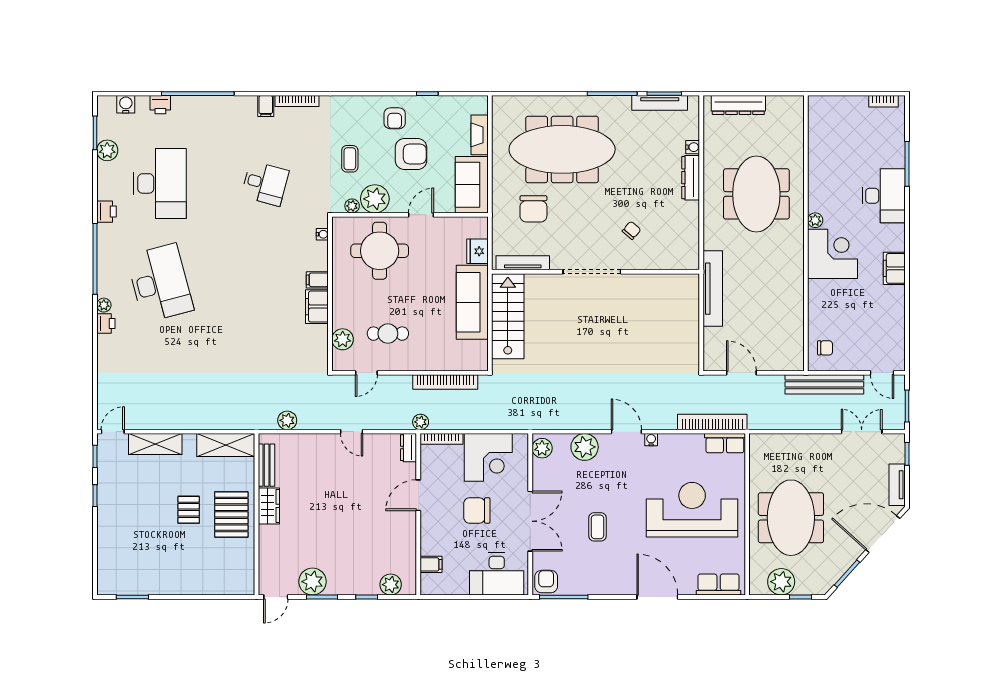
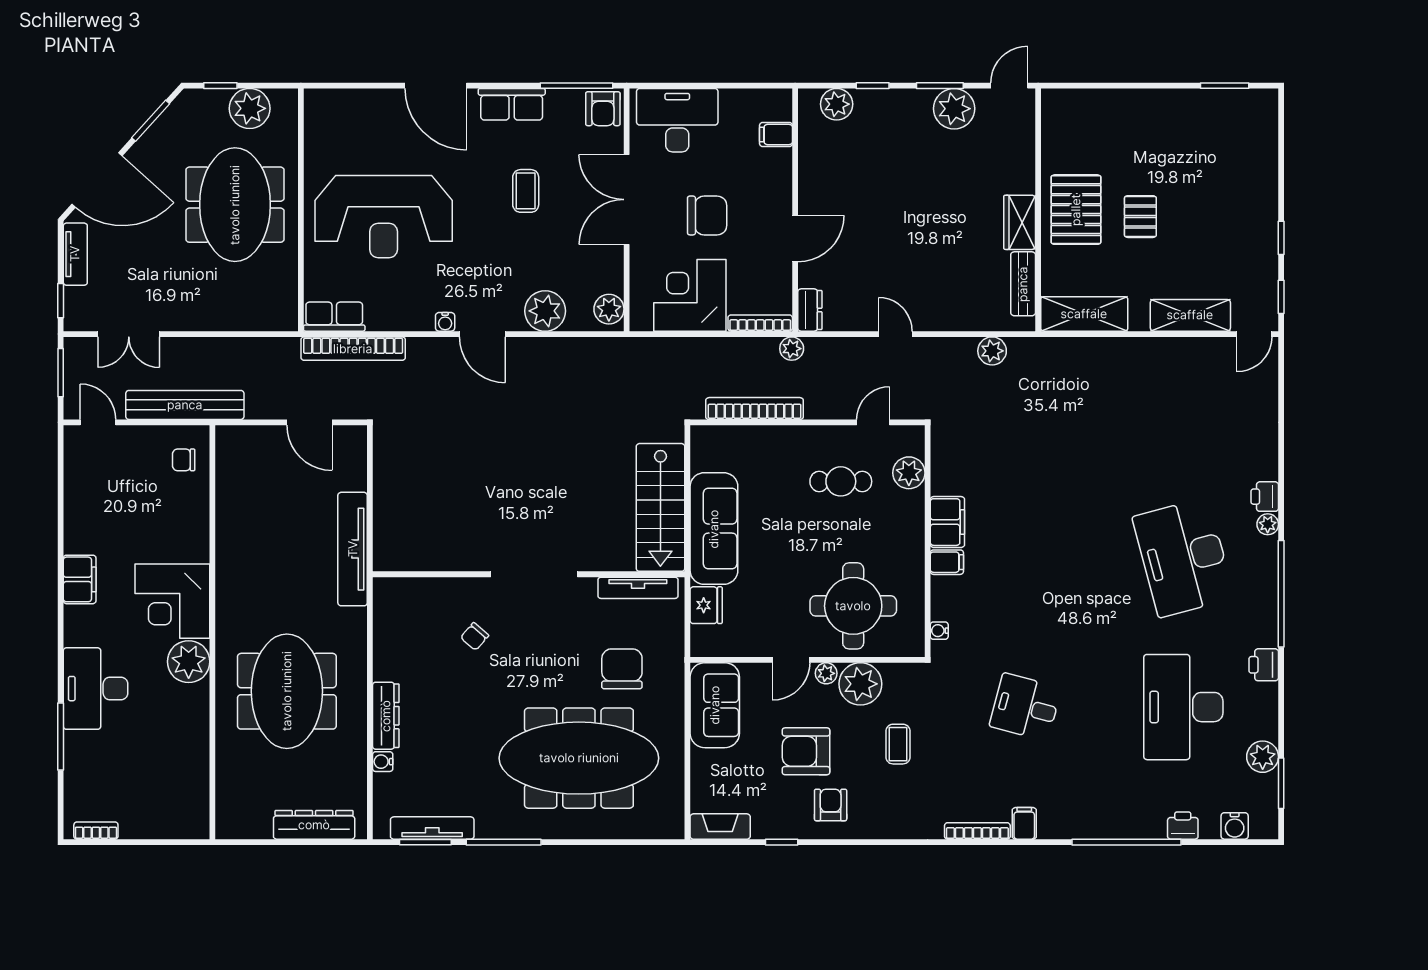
fireplace: (480, 135) -> (720, 827), moved, turned -90
plant: (352, 206) -> (826, 673), moved
plant: (815, 220) -> (189, 662), width x1.88, depth x1.88
row of seats: (719, 585) -> (512, 104), moved

